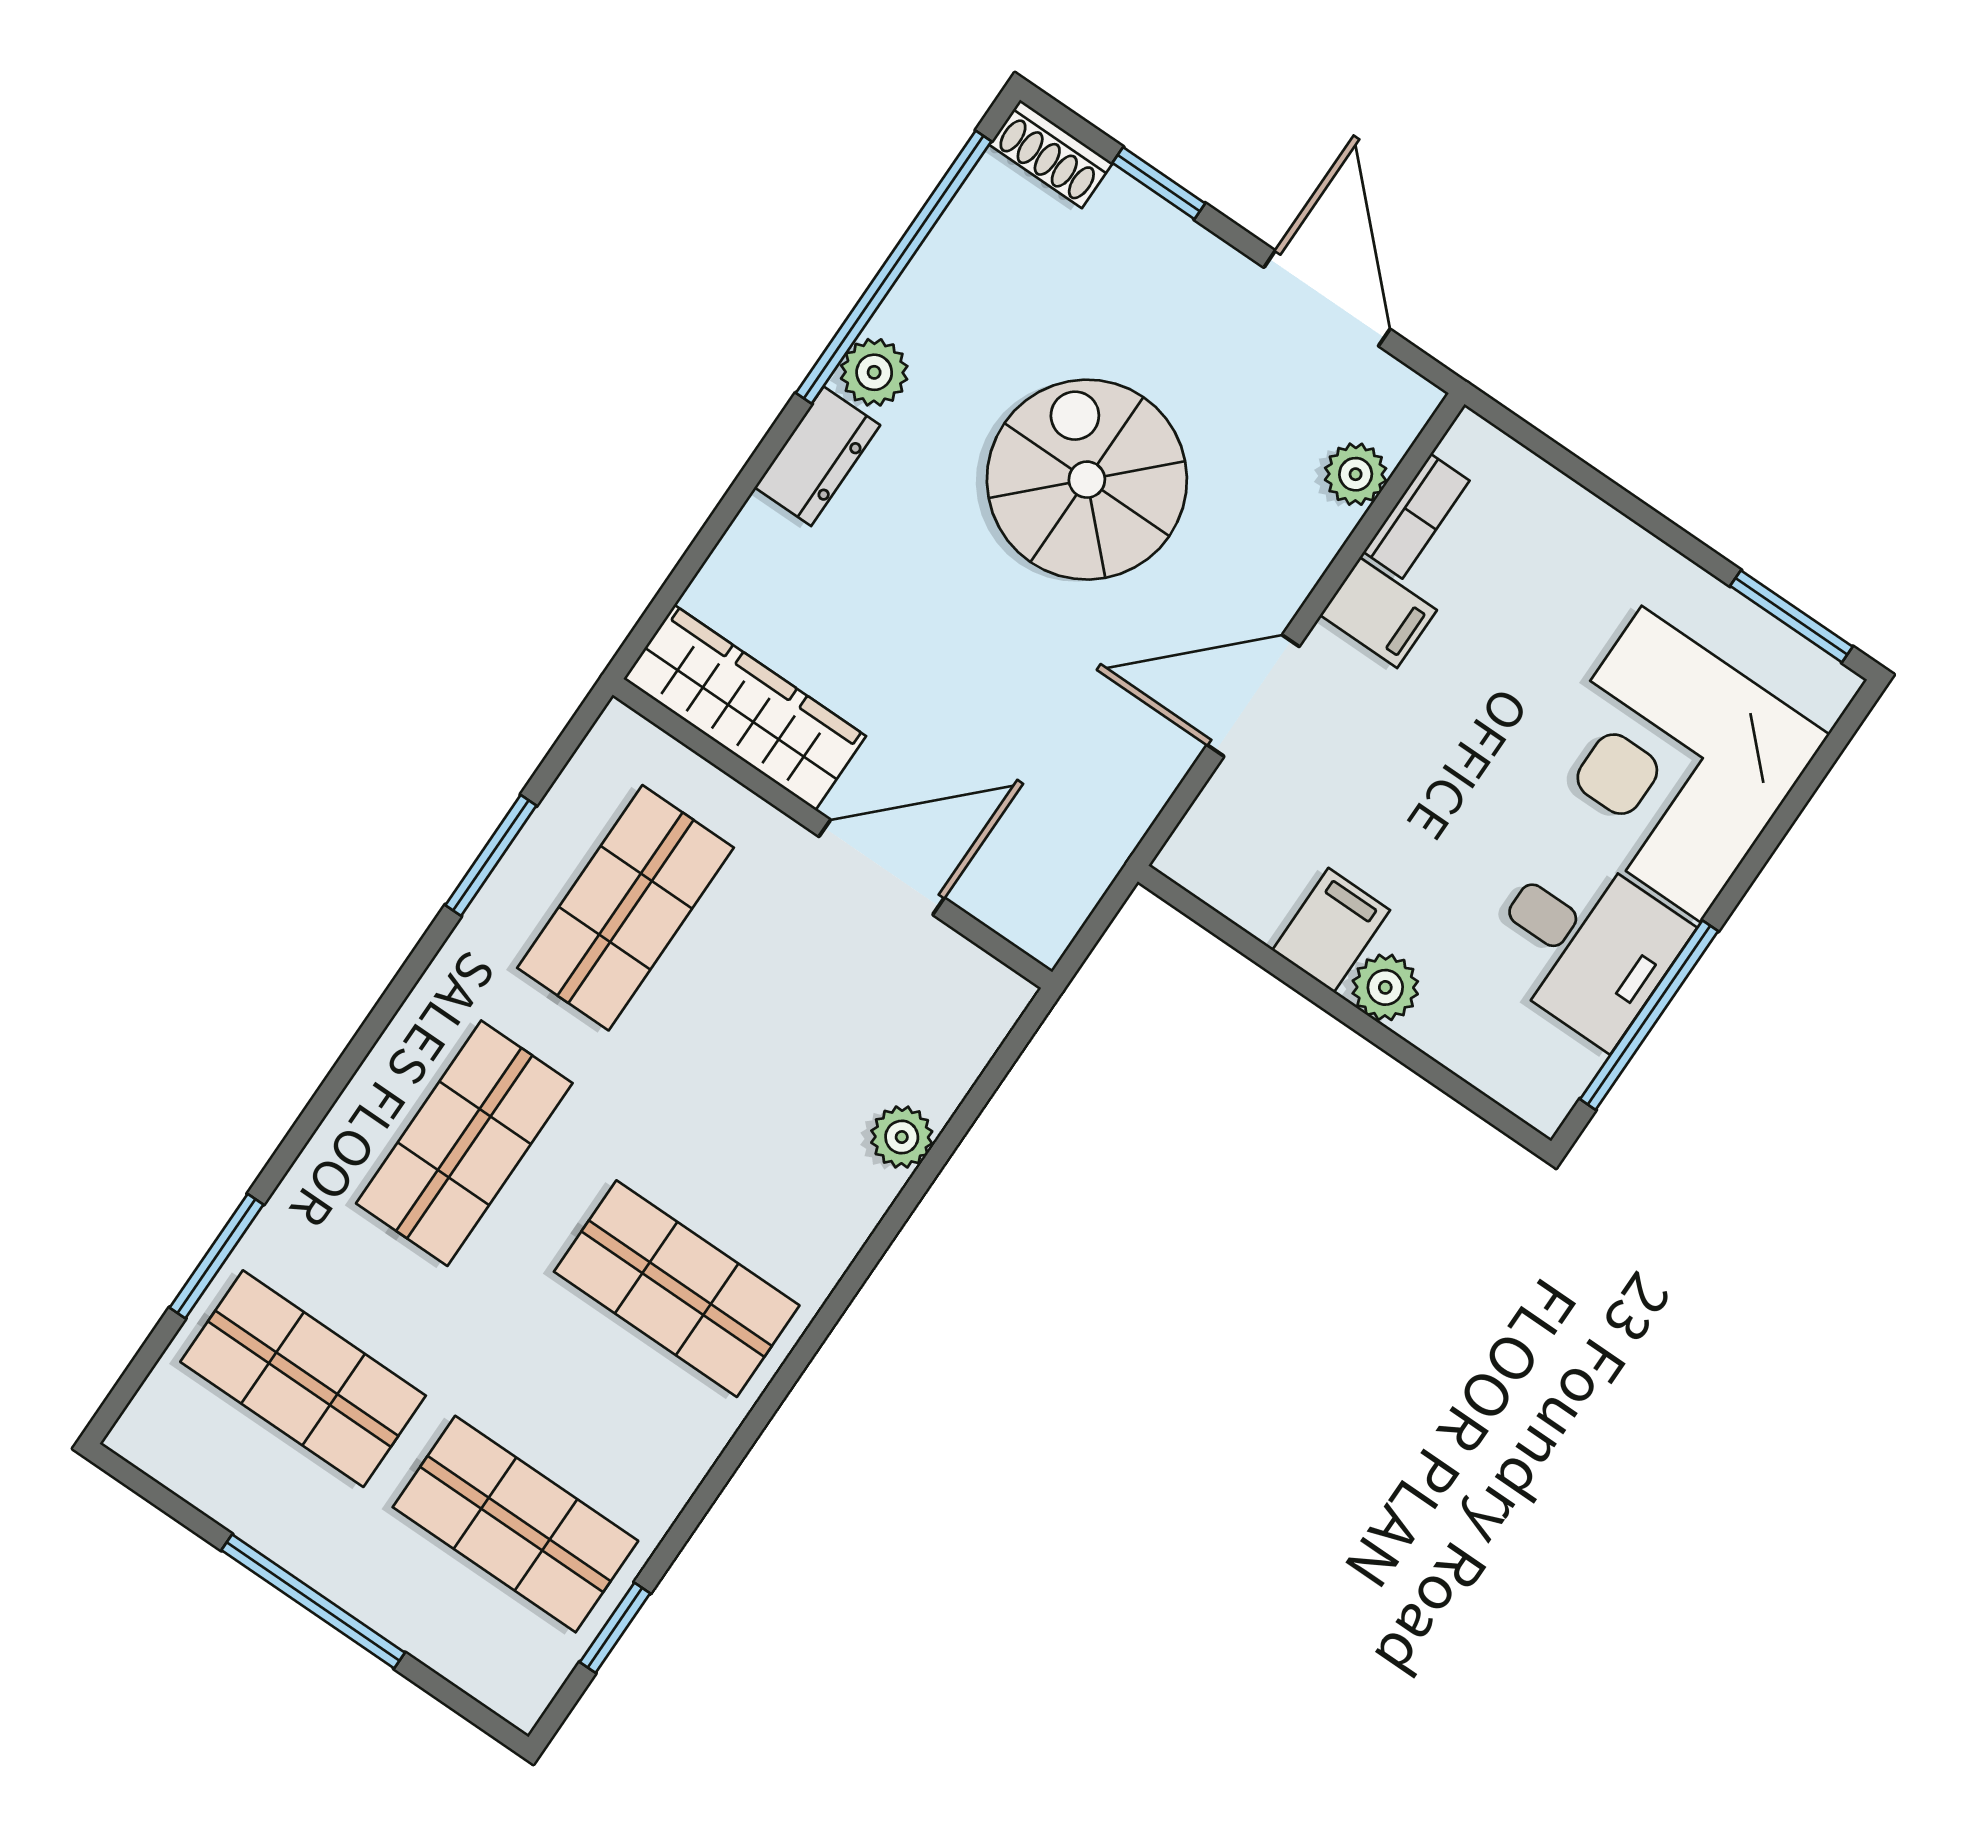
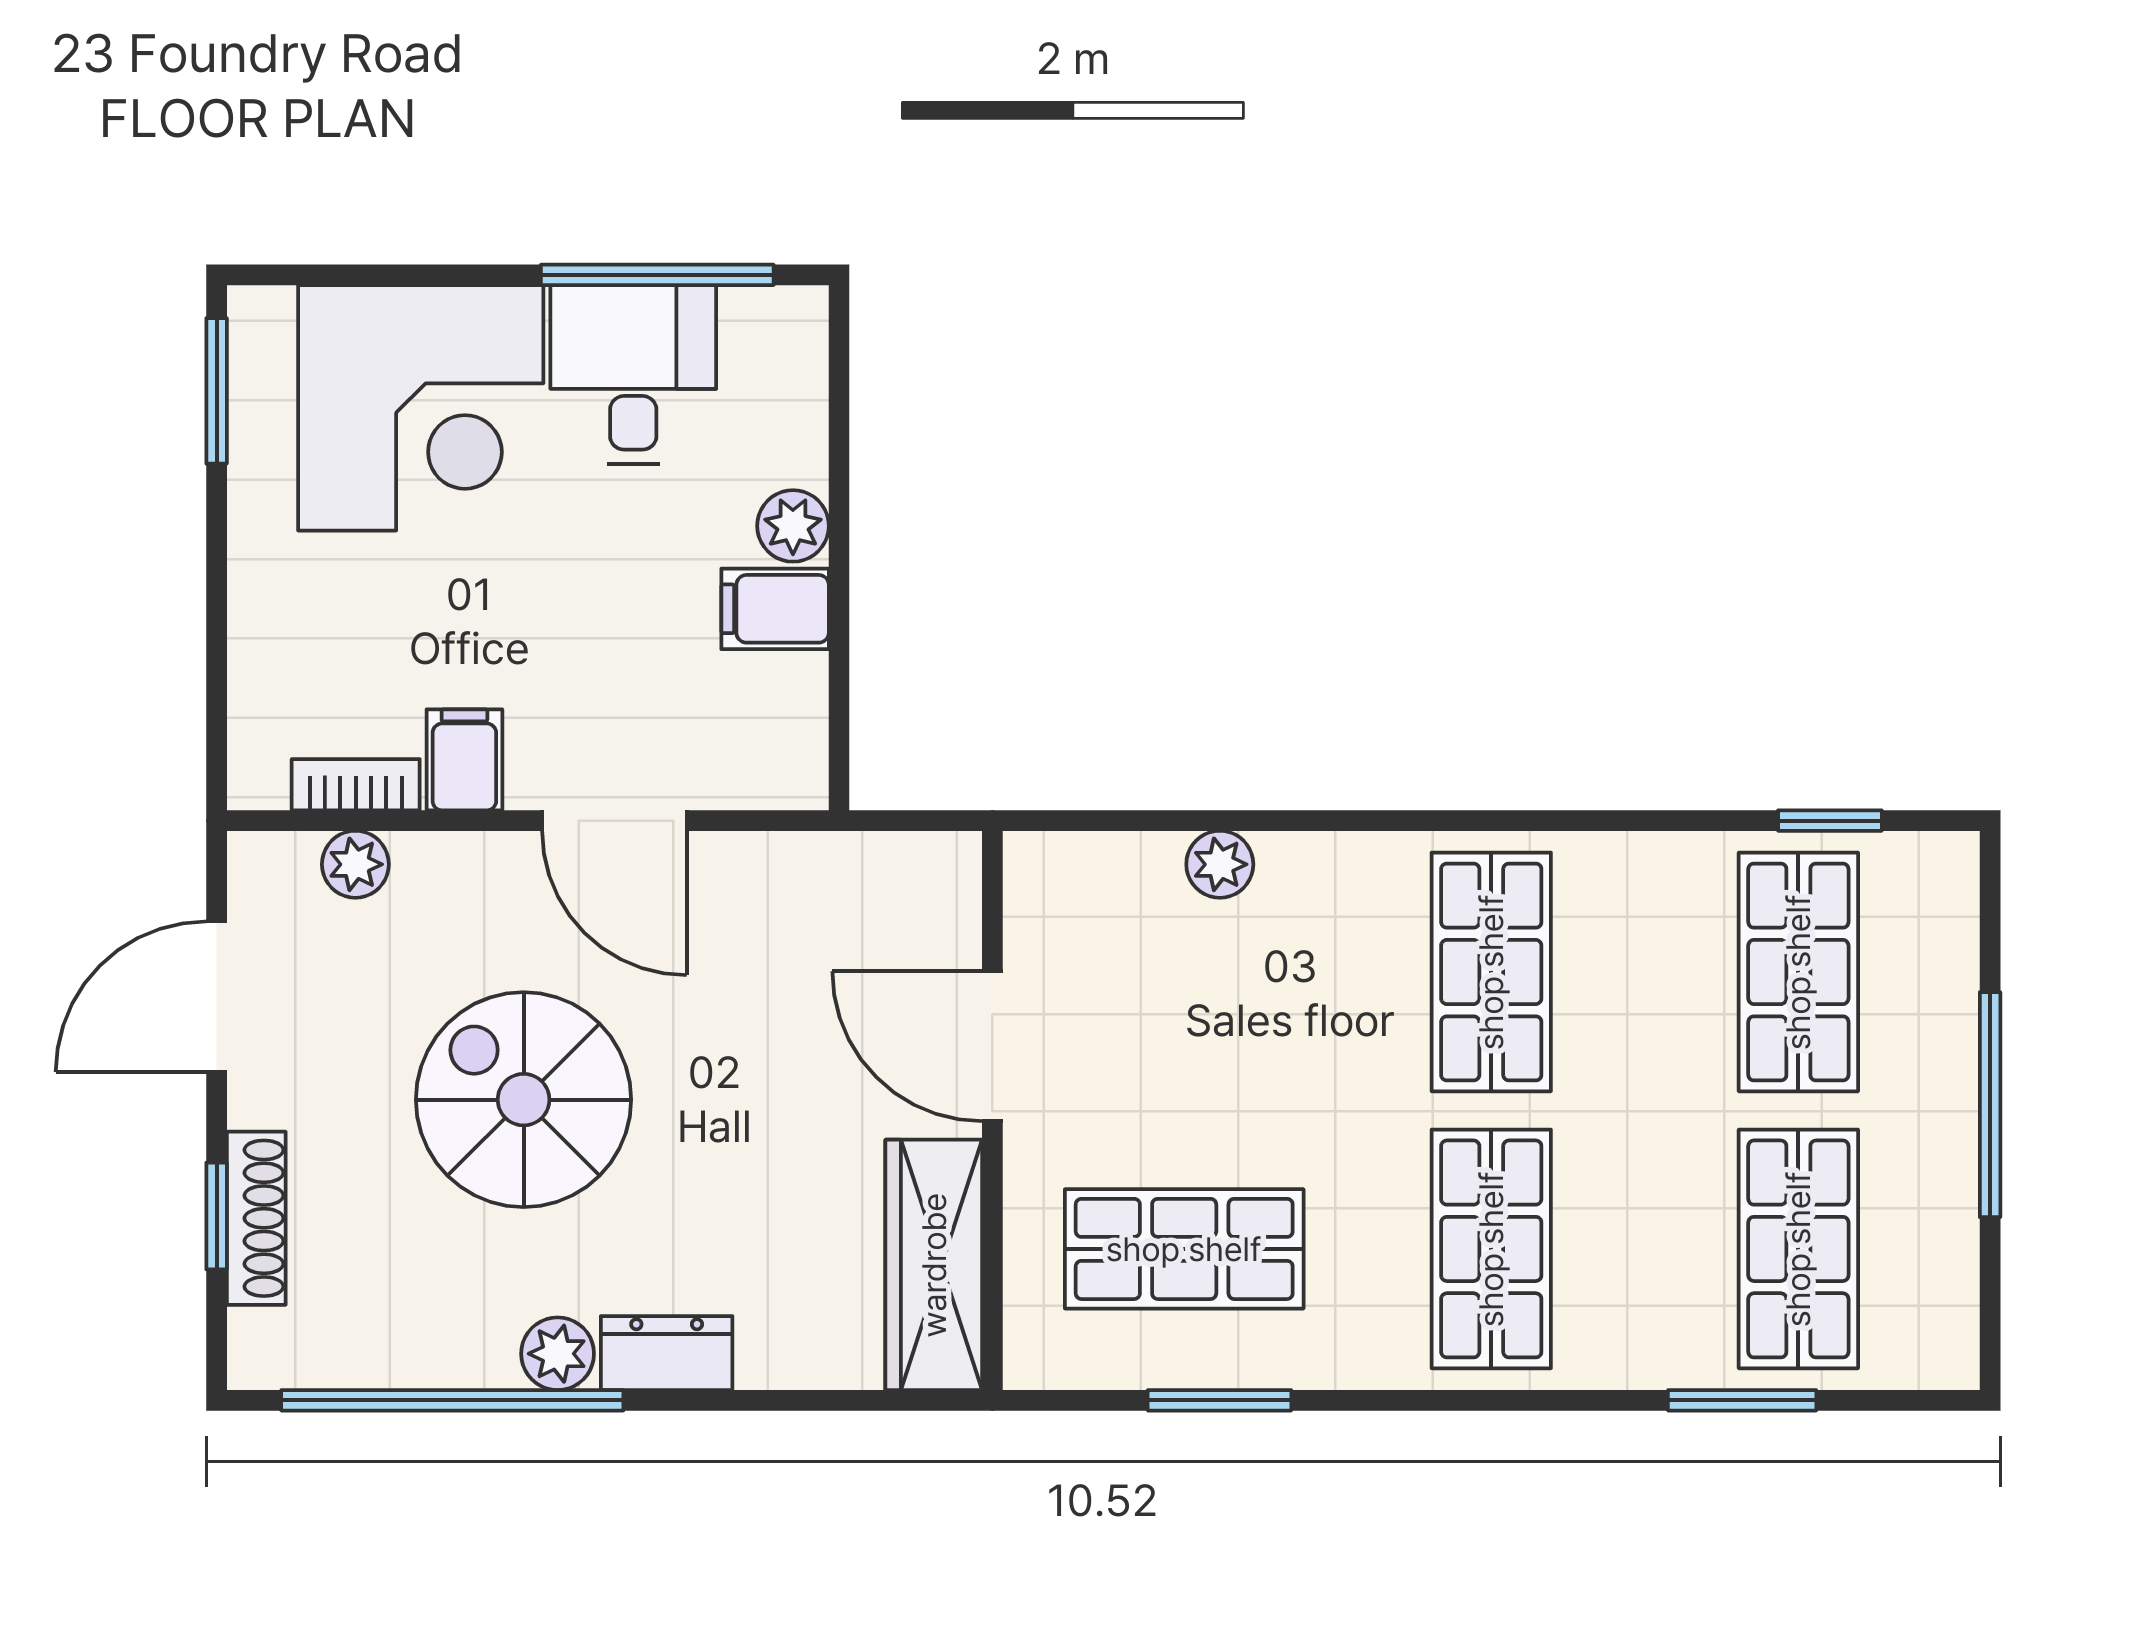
shoe rack: (1051, 154) -> (256, 1218), moved, width x1.43
spiral stairs: (1087, 480) -> (524, 1100), turned 90
shop shelf: (464, 1143) -> (1491, 1249), turned 90

